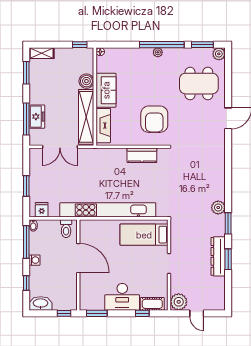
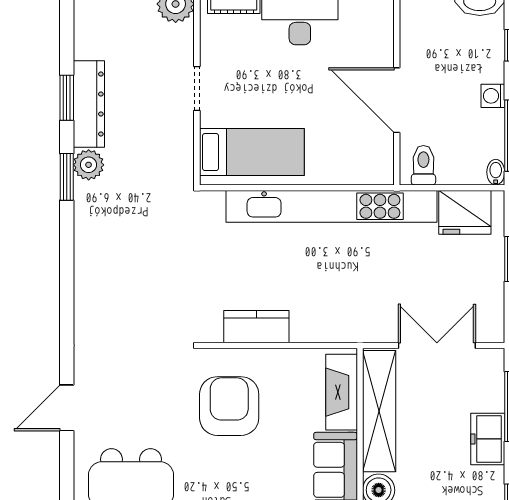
freezer: (37, 117) -> (488, 439), moved
plant: (218, 207) -> (89, 165), moved
fridge: (42, 210) -> (465, 212), width x1.88, depth x1.34

